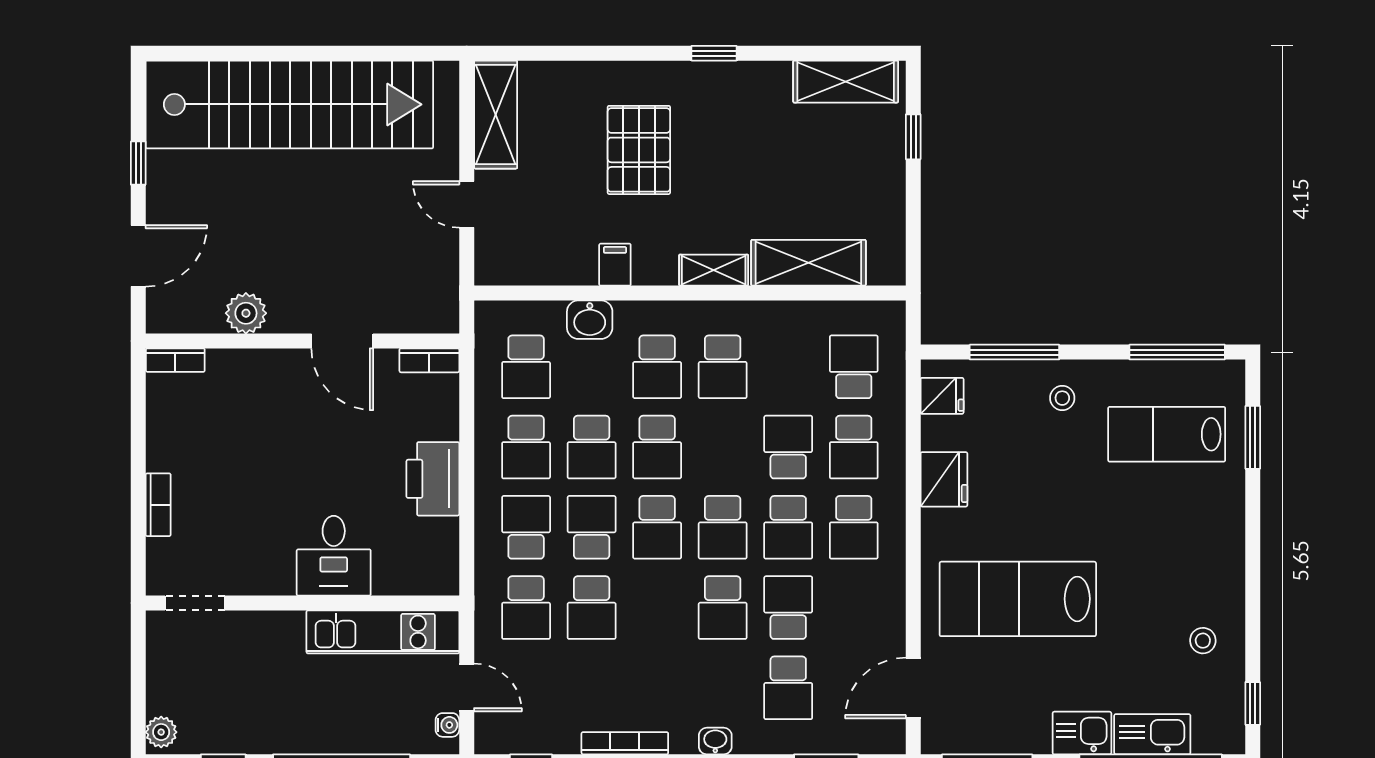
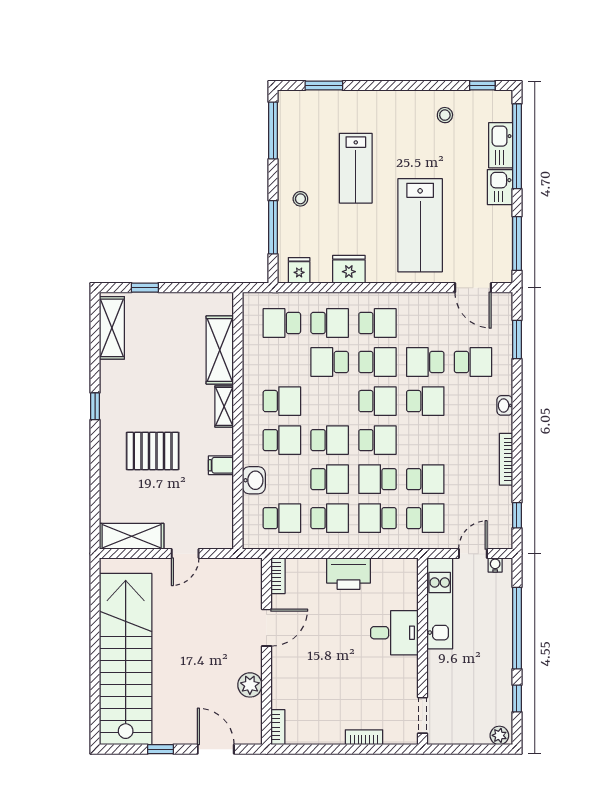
lab bench: (1167, 434) -> (356, 168), moved

